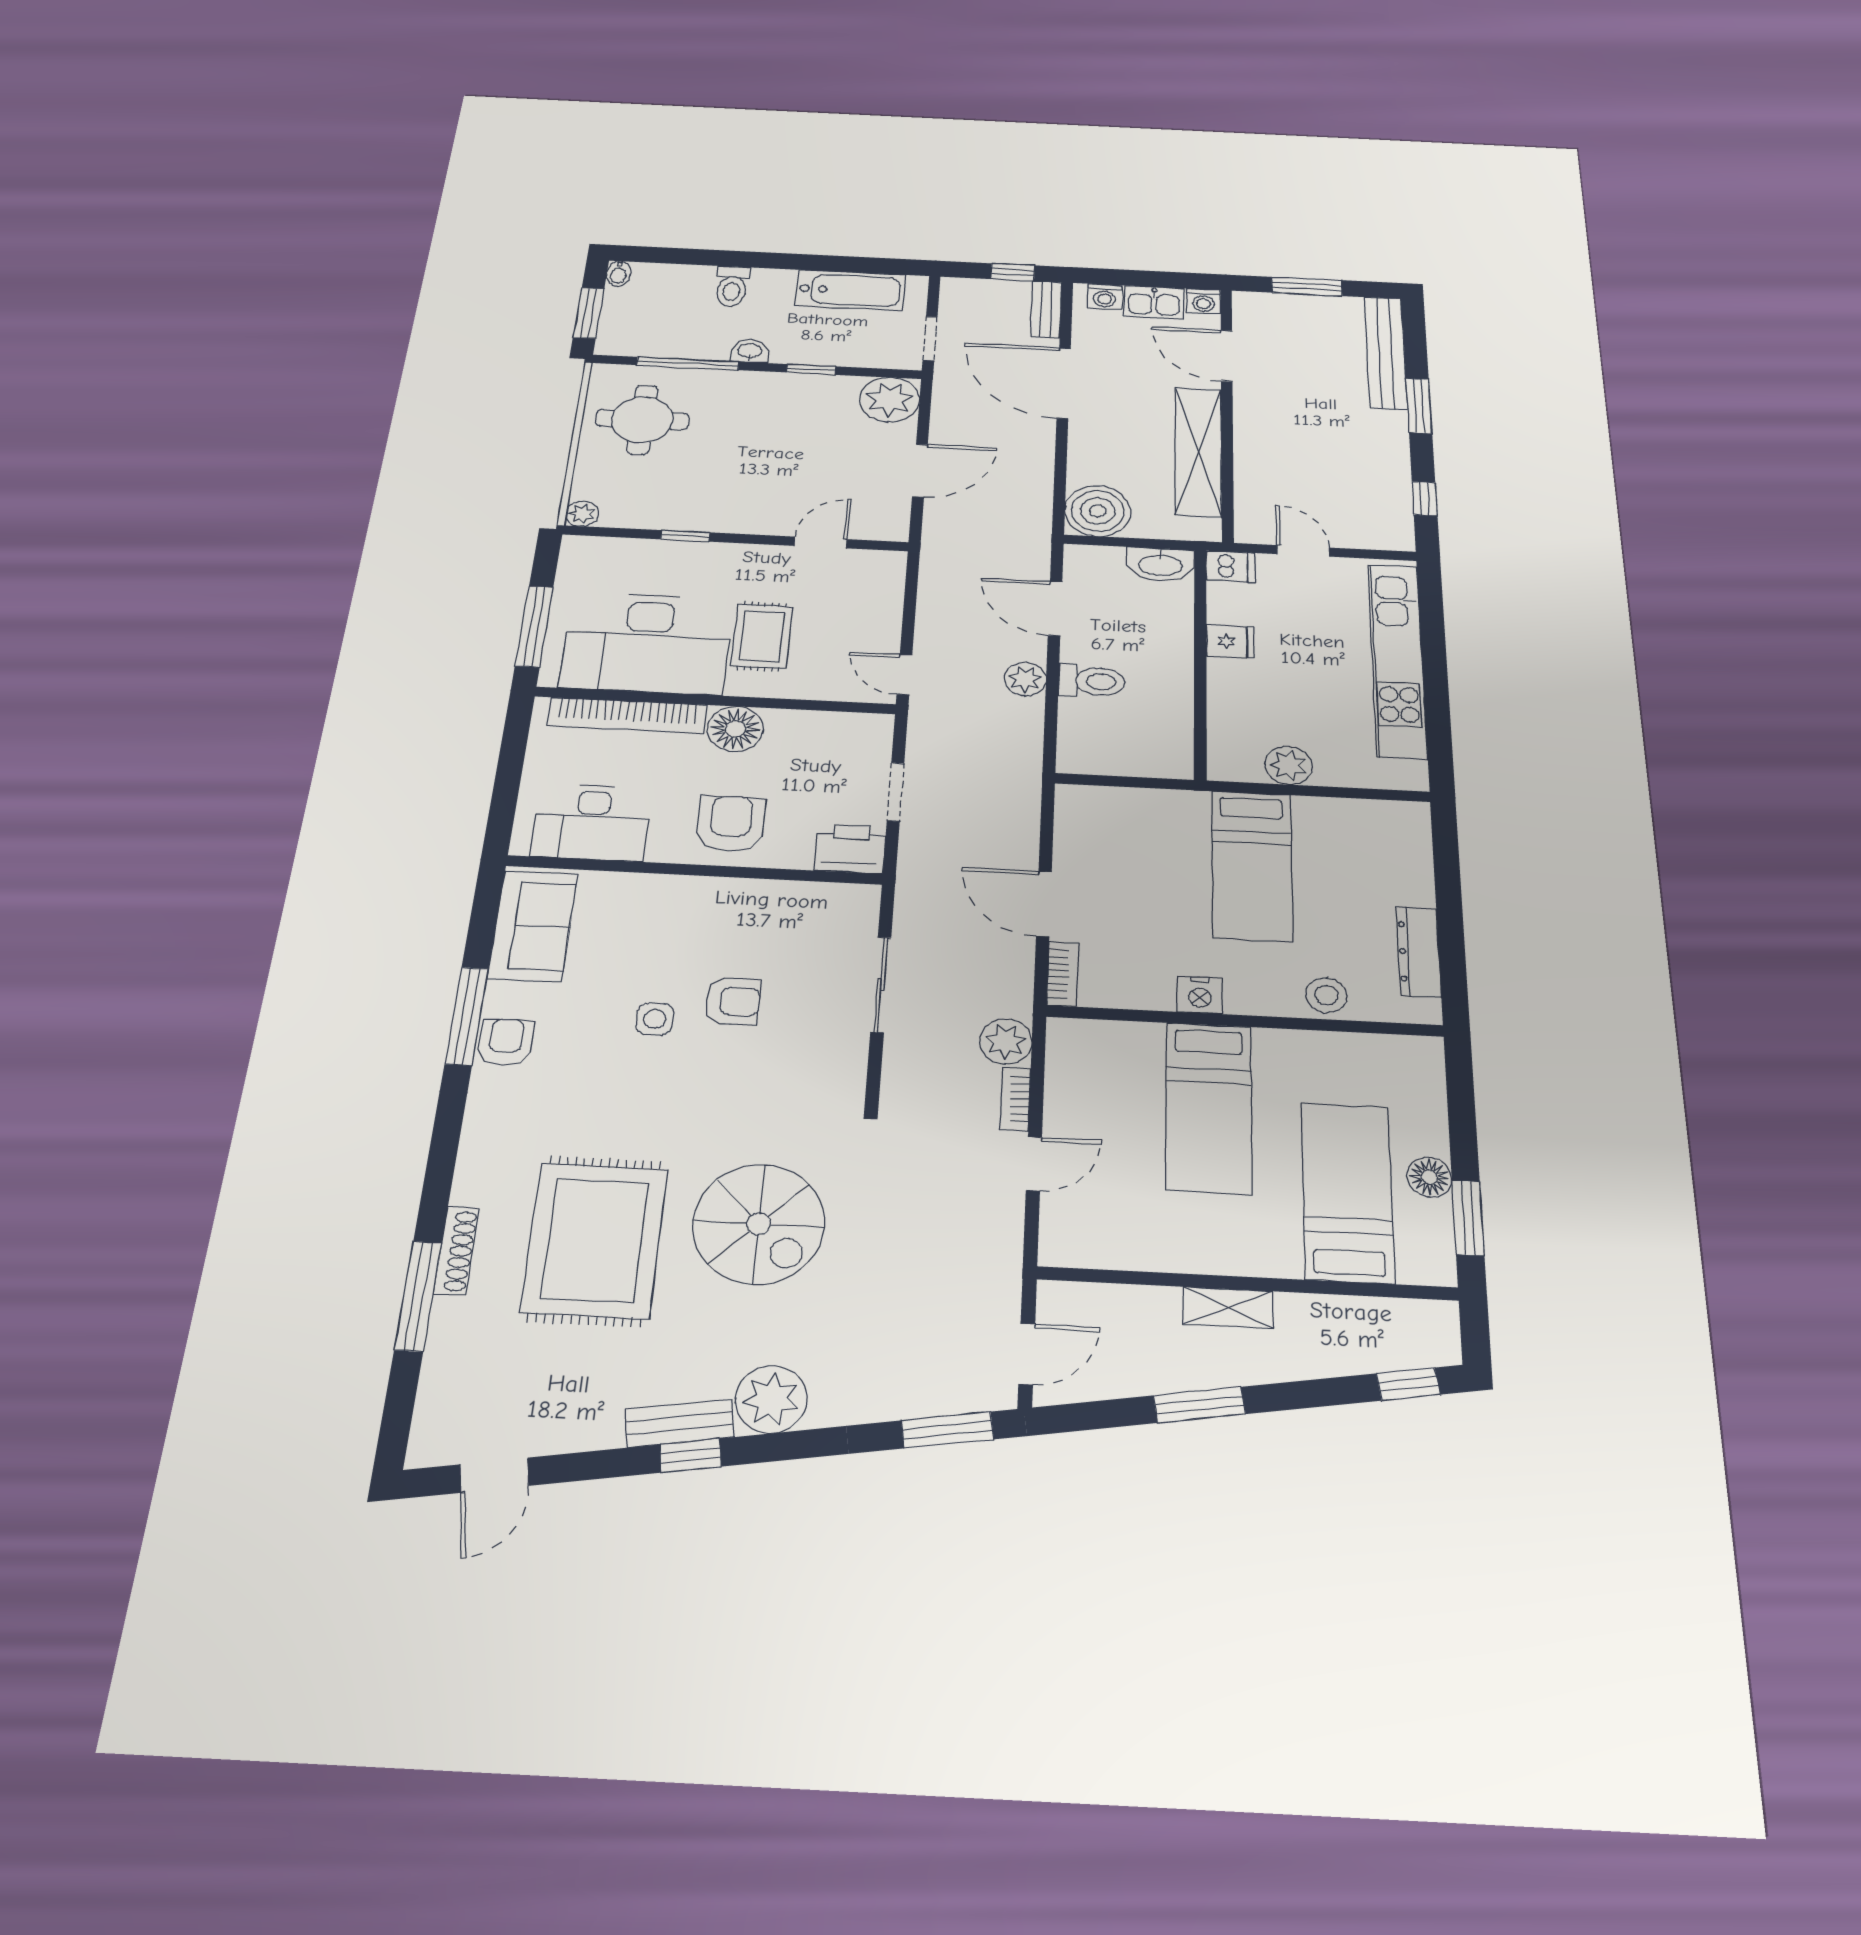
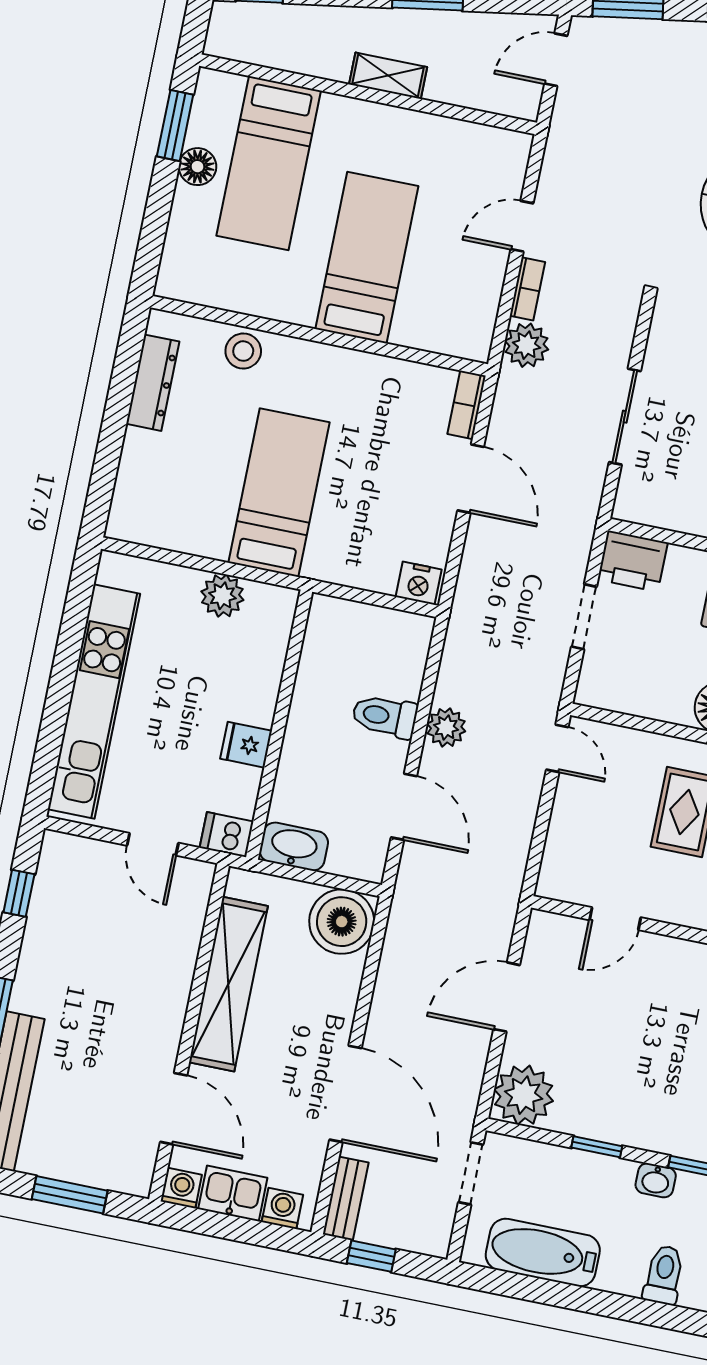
nightstand: (1200, 995) -> (419, 583), moved, turned 180

